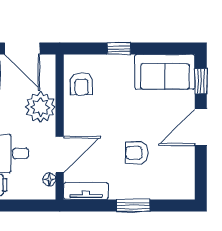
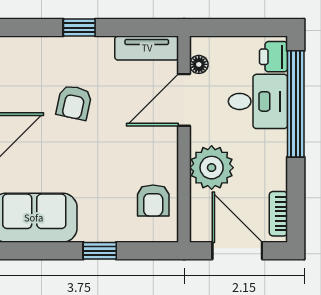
armchair: (81, 84) -> (153, 200), turned 180
armchair: (137, 153) -> (74, 103), turned 102
window: (133, 205) -> (79, 28), width x0.67

